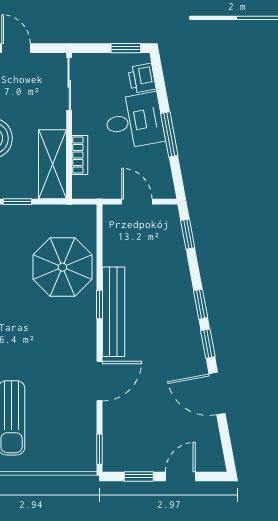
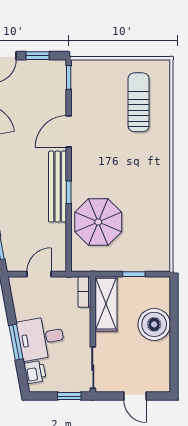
window: (126, 48) -> (69, 396), moved
window: (169, 134) -> (16, 342), moved
bookcase: (80, 155) -> (84, 292), moved
door: (137, 202) -> (39, 274), swing flipped

